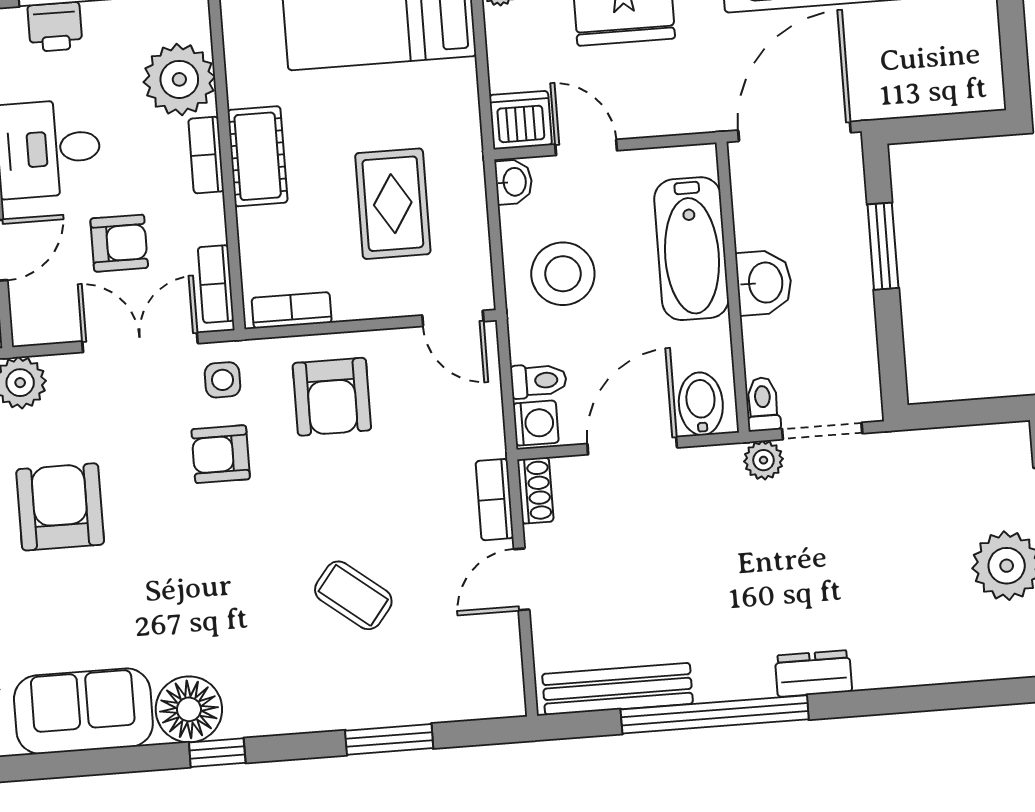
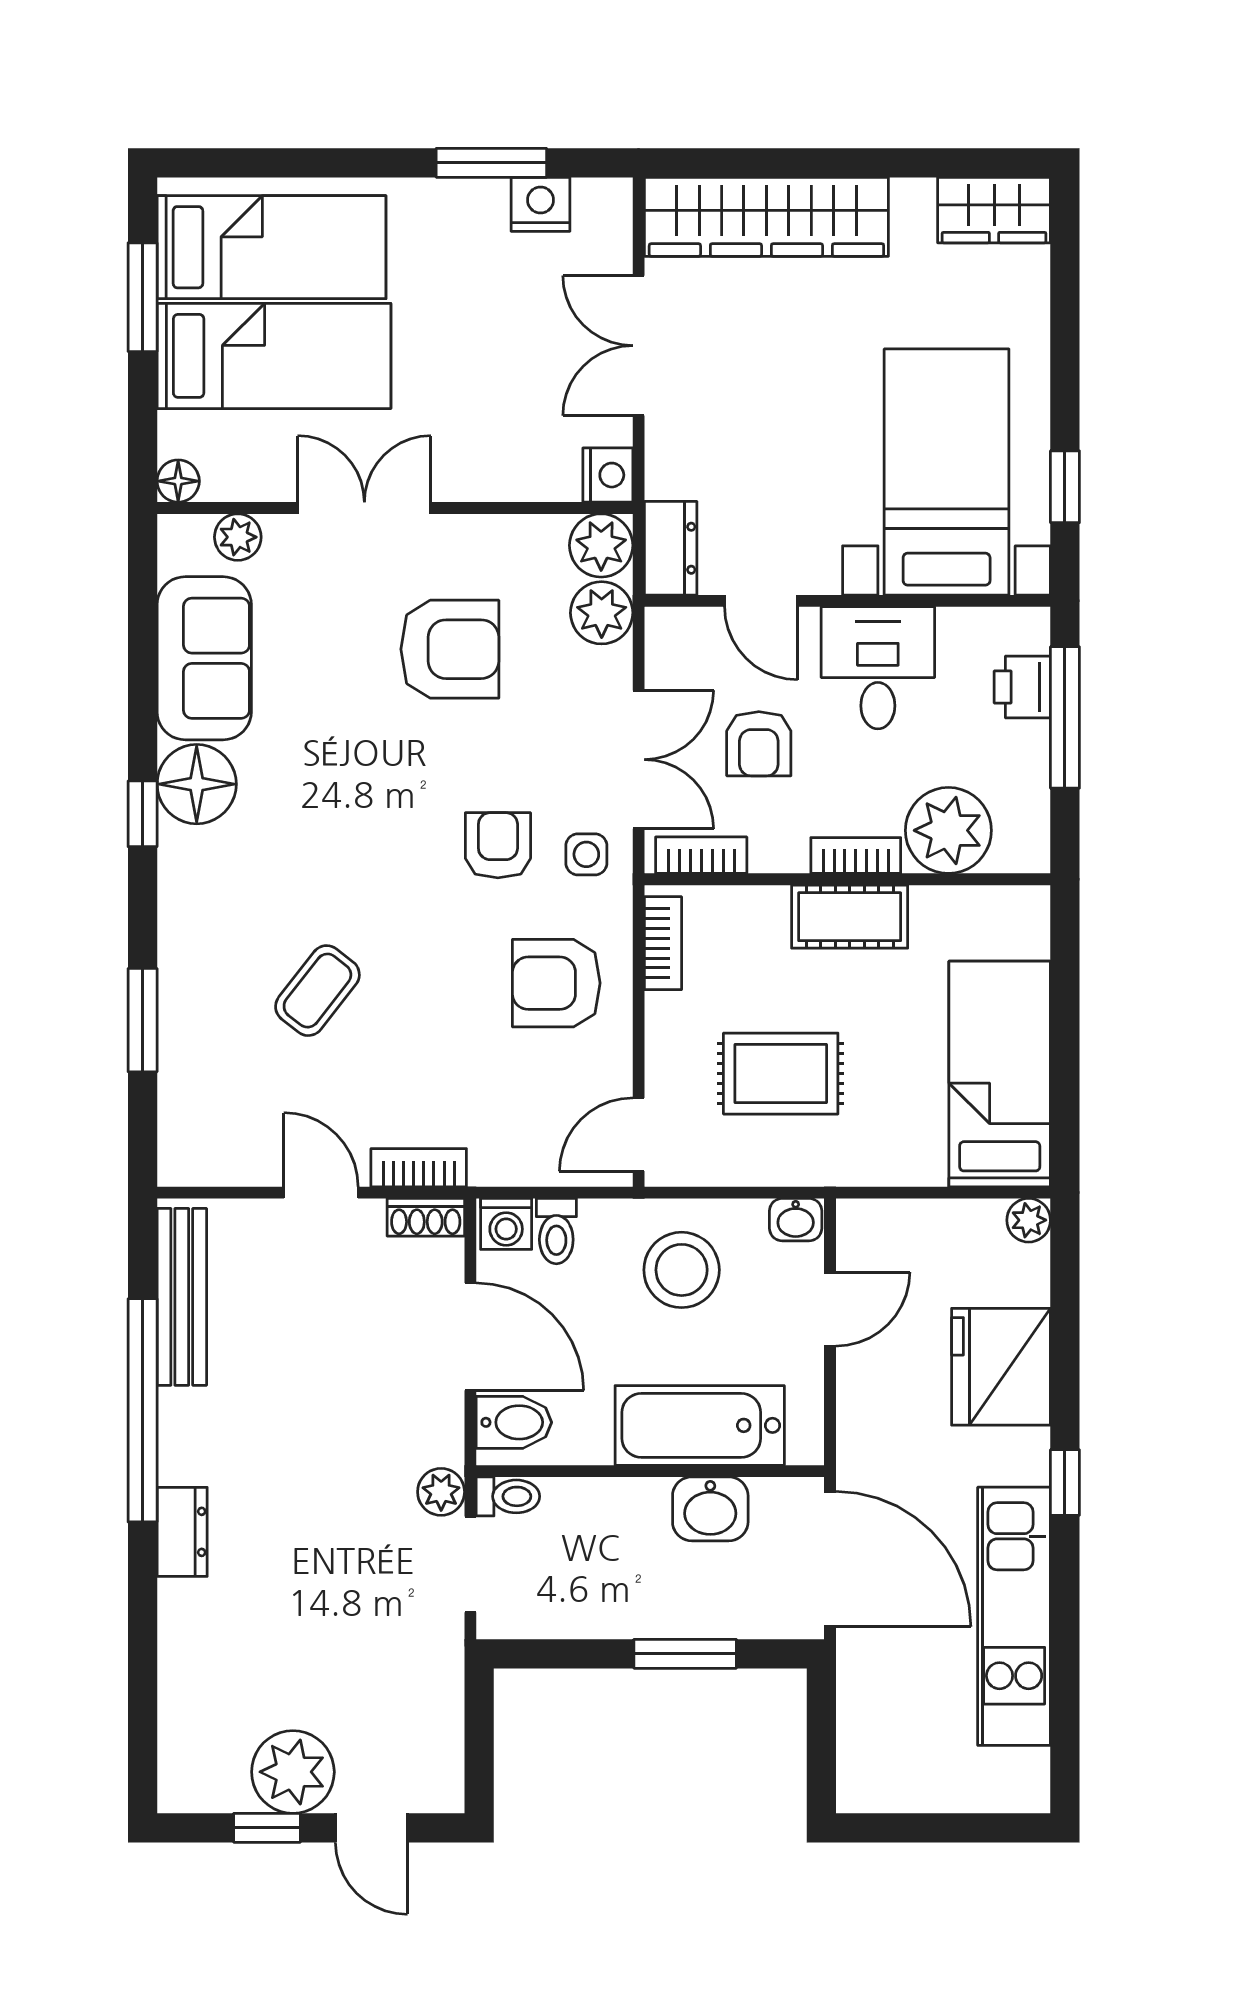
dishwasher: (521, 120) -> (869, 1233), removed
washbasin: (764, 283) -> (710, 1509), moved

